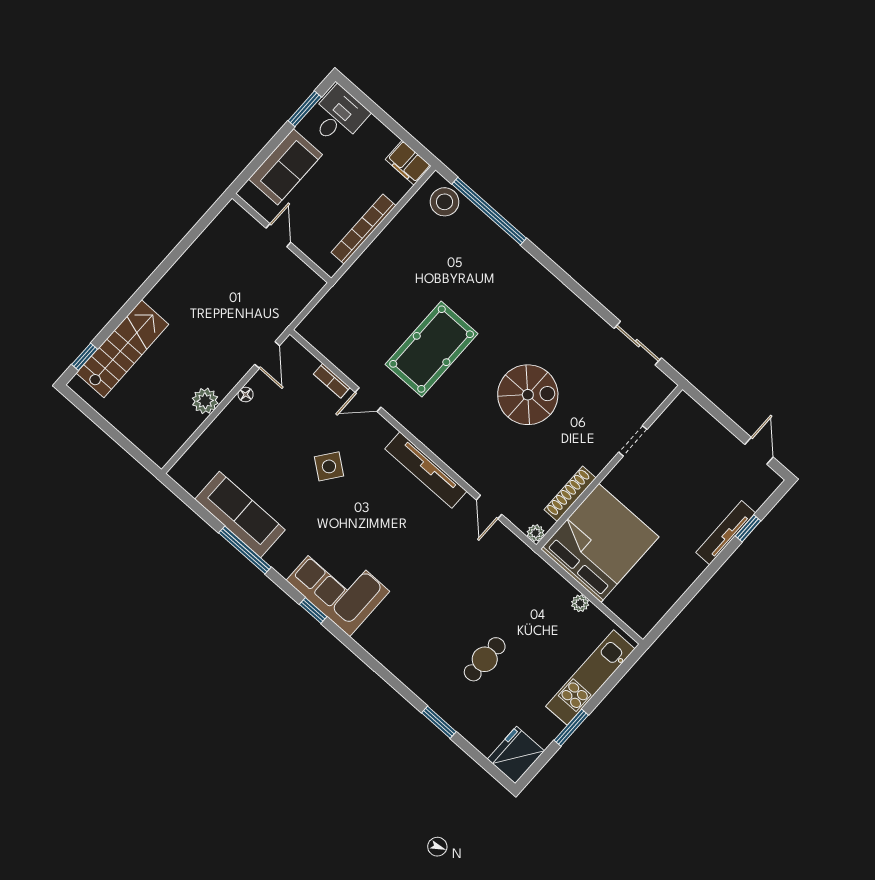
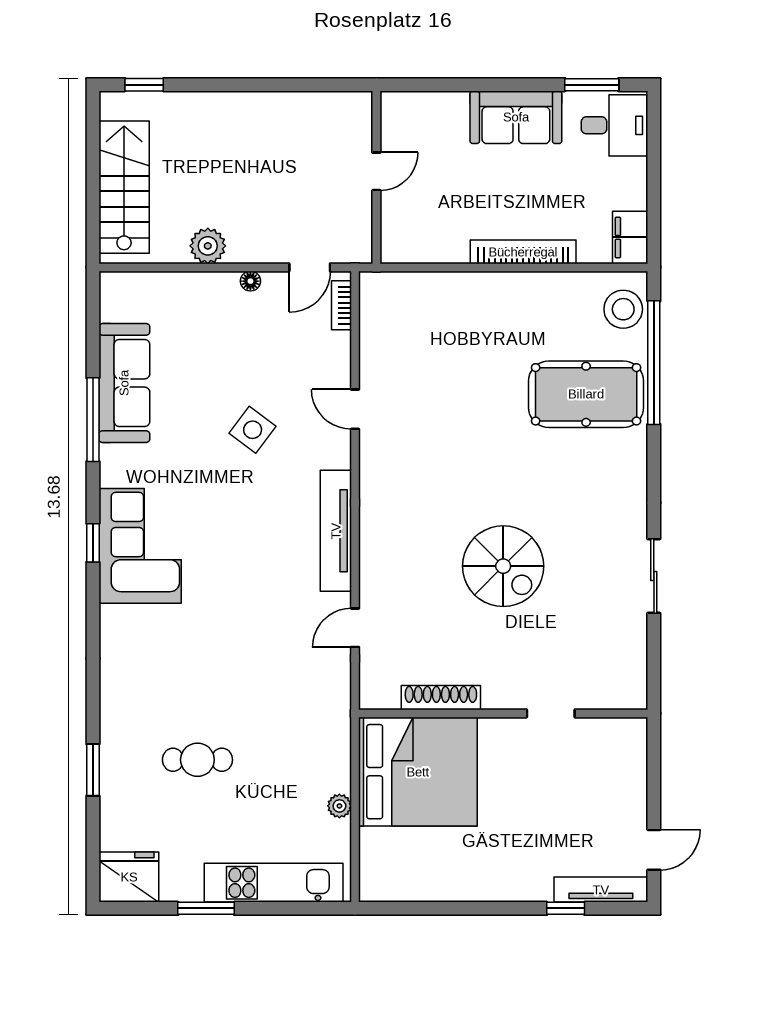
door: (278, 235) -> (376, 171), moved
wall: (282, 238) -> (376, 177), moved
sliding door: (638, 343) -> (654, 576), moved
stairs: (123, 349) -> (124, 187), moved, turned -90
pool table: (432, 349) -> (586, 394), moved
bookcase: (332, 381) -> (341, 305), moved
plant: (536, 533) -> (370, 698), removed
tv unit: (726, 533) -> (601, 890), moved

